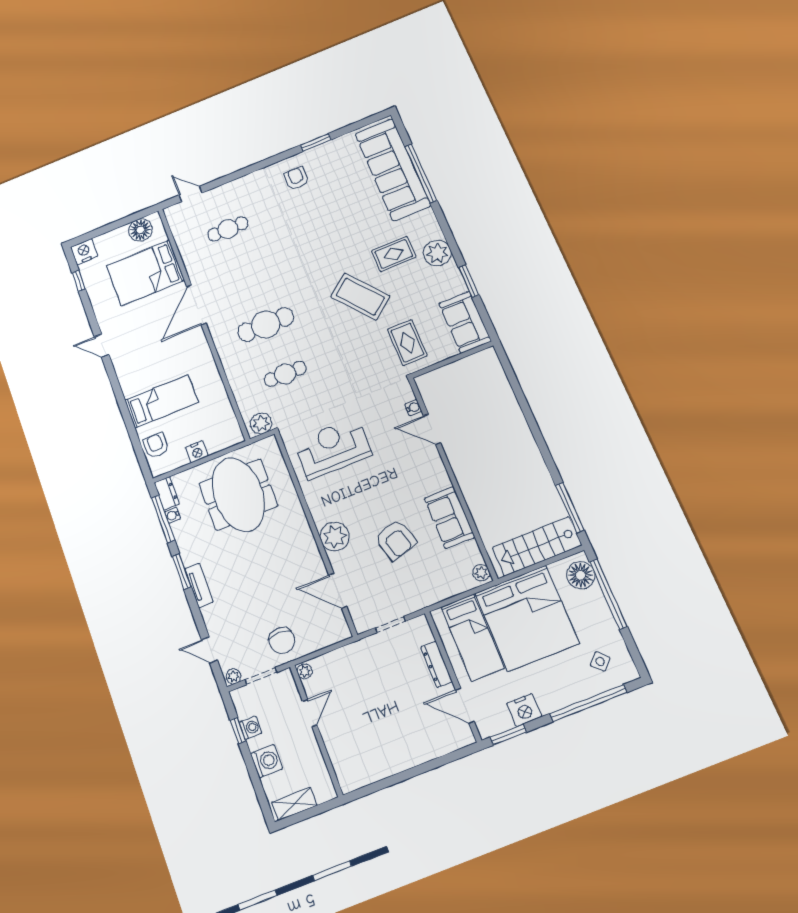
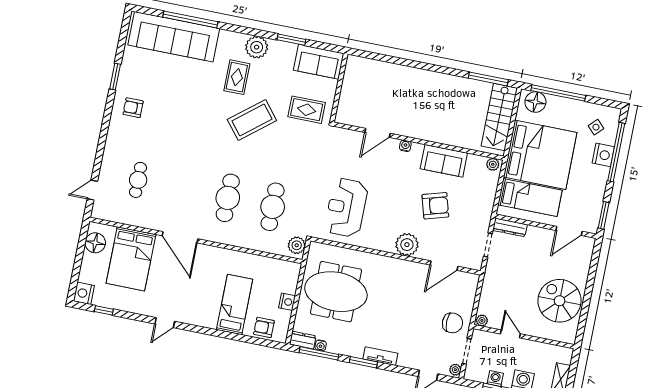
cafe table: (285, 374) -> (273, 207), width x1.37, depth x1.35
water cooler: (413, 408) -> (405, 146), moved
dresser: (436, 664) -> (510, 227), moved
nightstand: (524, 710) -> (603, 155), moved
spiral stairs: (381, 746) -> (560, 301), added

